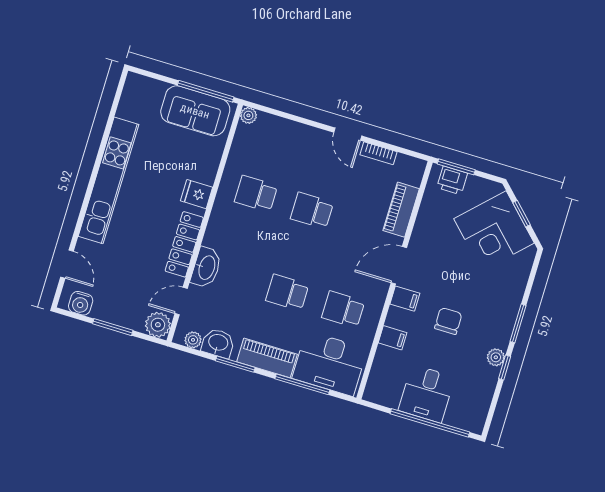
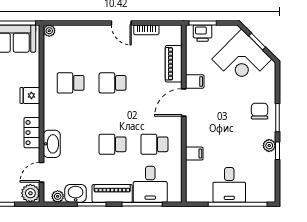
locker: (184, 244) -> (32, 133), width x0.66
filing cabinet: (405, 299) -> (195, 81), moved
chair: (448, 321) -> (260, 111), moved
desk: (330, 364) -> (150, 184), width x0.73

